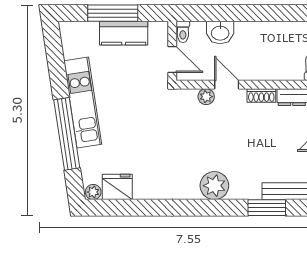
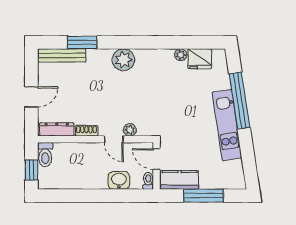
kitchen counter: (124, 33) -> (179, 180), moved
plant: (93, 192) -> (181, 55), moved

